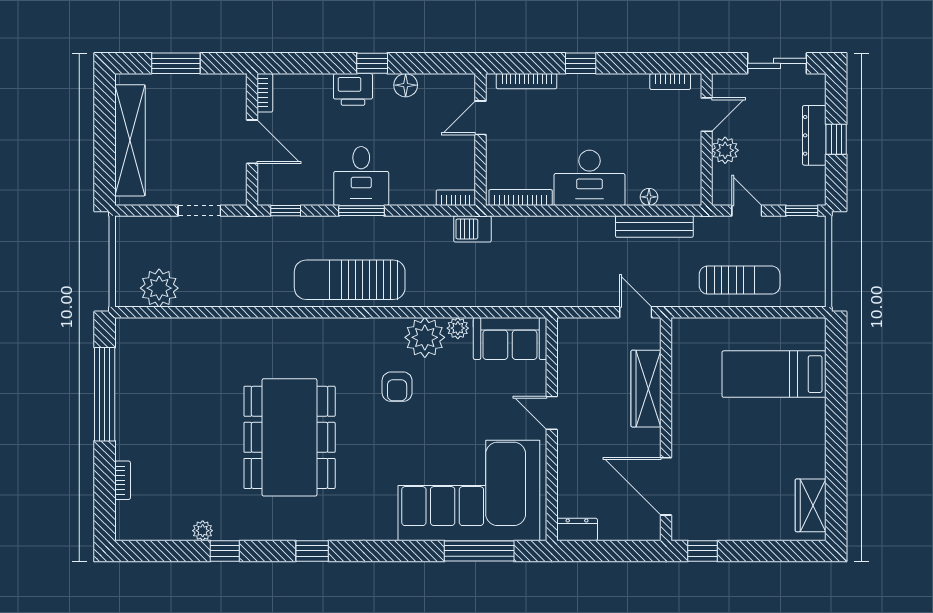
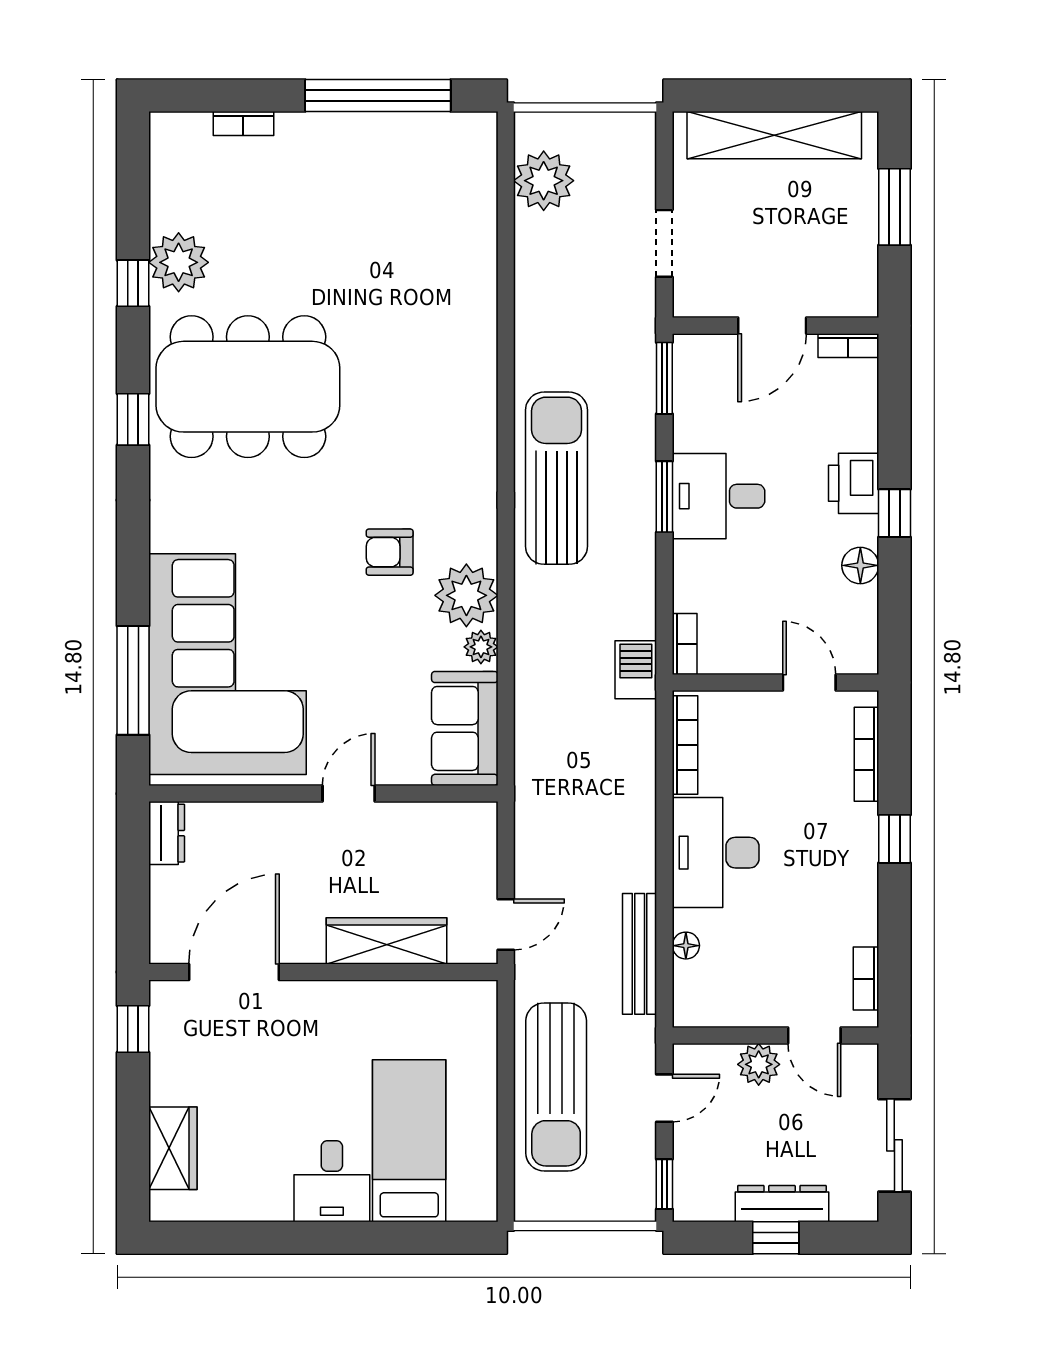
window: (286, 211) -> (664, 378), width x1.50
sun lounger: (740, 280) -> (556, 1087), width x1.36, depth x1.34
desk: (800, 424) -> (332, 1181), added
dining table: (290, 437) -> (248, 387), moved
wardrobe: (811, 505) -> (173, 1148), moved, turned 90
plant: (203, 531) -> (179, 262), width x1.88, depth x1.88

